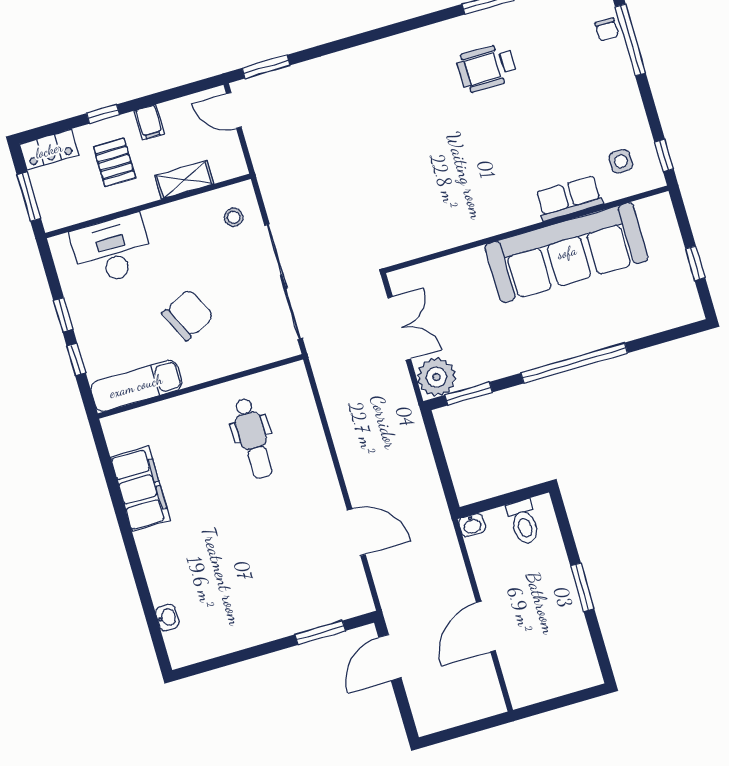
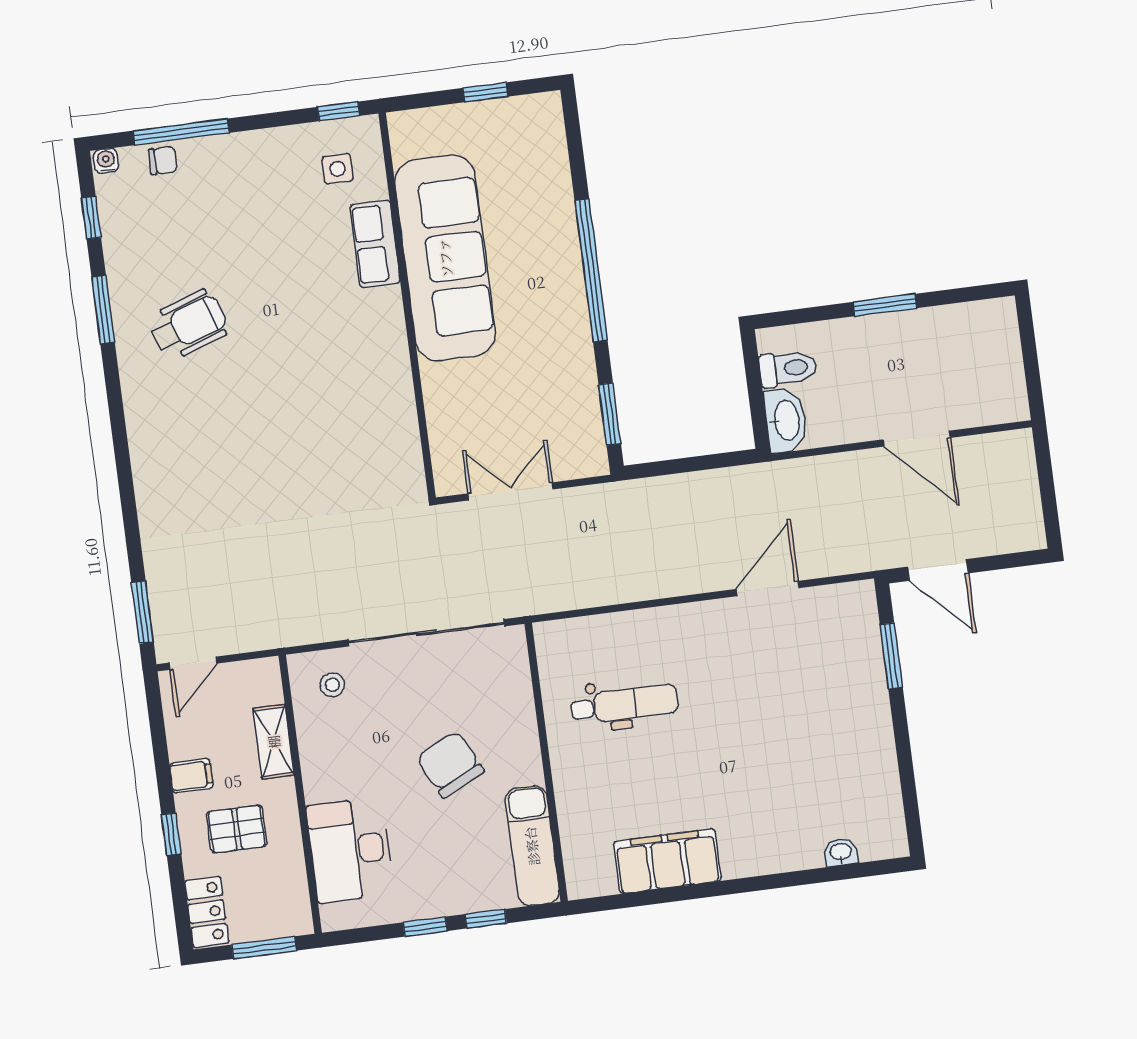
wheelchair: (487, 68) -> (188, 325), turned -109
plant: (437, 377) -> (582, 453), removed
washbasin: (472, 525) -> (786, 420), width x1.91, depth x1.45

